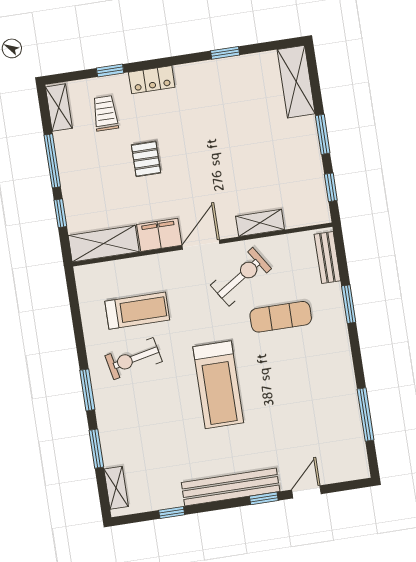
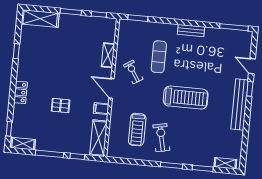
window: (110, 70) -> (9, 129), moved
trolley: (105, 113) -> (32, 121), removed
filing cabinet: (159, 235) -> (101, 109), width x0.50
bench: (327, 257) -> (191, 31), moved
exercise bike: (241, 277) -> (133, 72), width x0.73, depth x0.72
window: (349, 304) -> (138, 18), moved
treadmill: (137, 311) -> (137, 130), turned 180
exercise bike: (134, 359) -> (161, 138), turned 180
window: (366, 415) -> (234, 27), moved
window: (172, 512) -> (245, 138), removed

